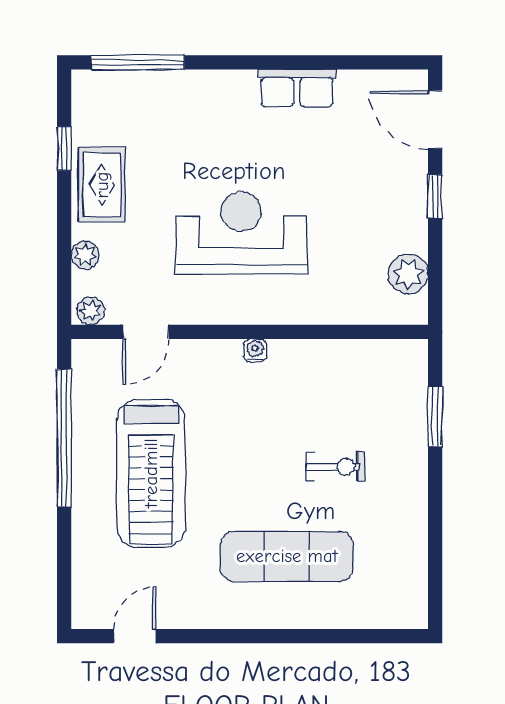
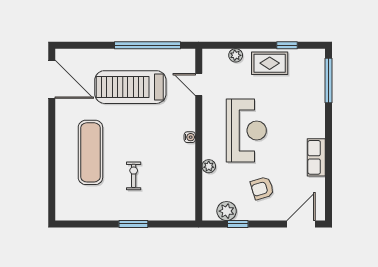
window: (435, 196) -> (238, 224), moved
armchair: (361, 200) -> (262, 188), added
plant: (91, 311) -> (209, 166), moved
window: (435, 416) -> (133, 224), moved
exercise bike: (335, 467) -> (134, 176), turned 180
door: (135, 636) -> (52, 79), width x1.87

